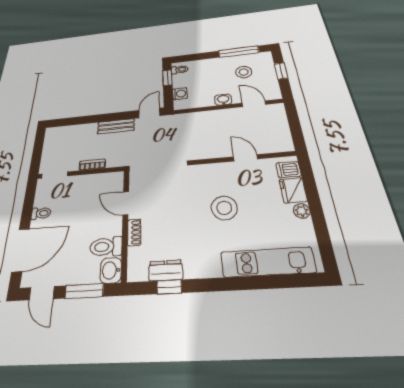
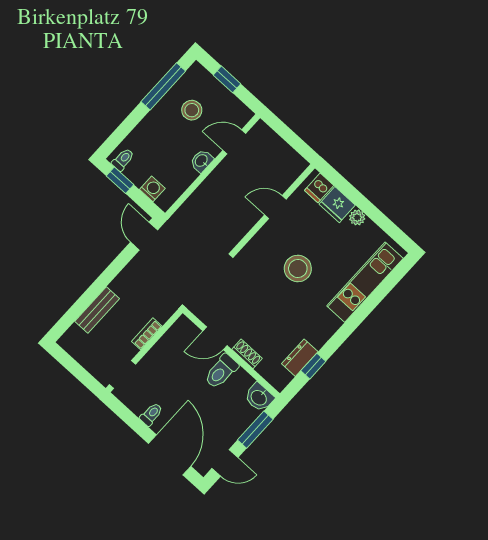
bench: (116, 126) -> (97, 310), moved
toilet: (106, 247) -> (221, 371), moved

